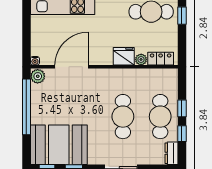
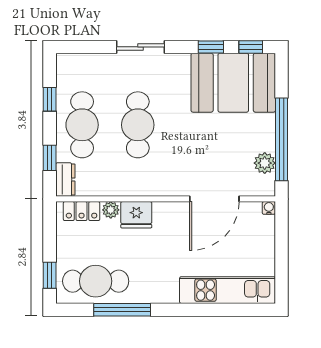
plant: (38, 76) -> (265, 163), moved
window: (182, 108) -> (50, 158), moved
dresser: (171, 153) -> (65, 180), moved

